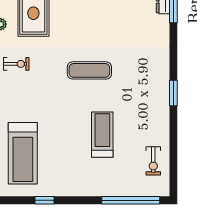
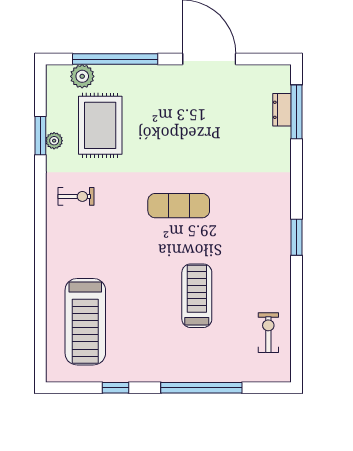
exercise bike: (153, 161) -> (268, 333), turned 180
window: (131, 200) -> (201, 388), moved

